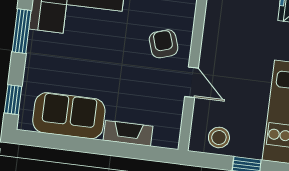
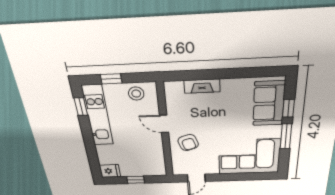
window: (13, 100) -> (288, 108), moved
sofa: (69, 116) -> (269, 104), moved, turned 90

